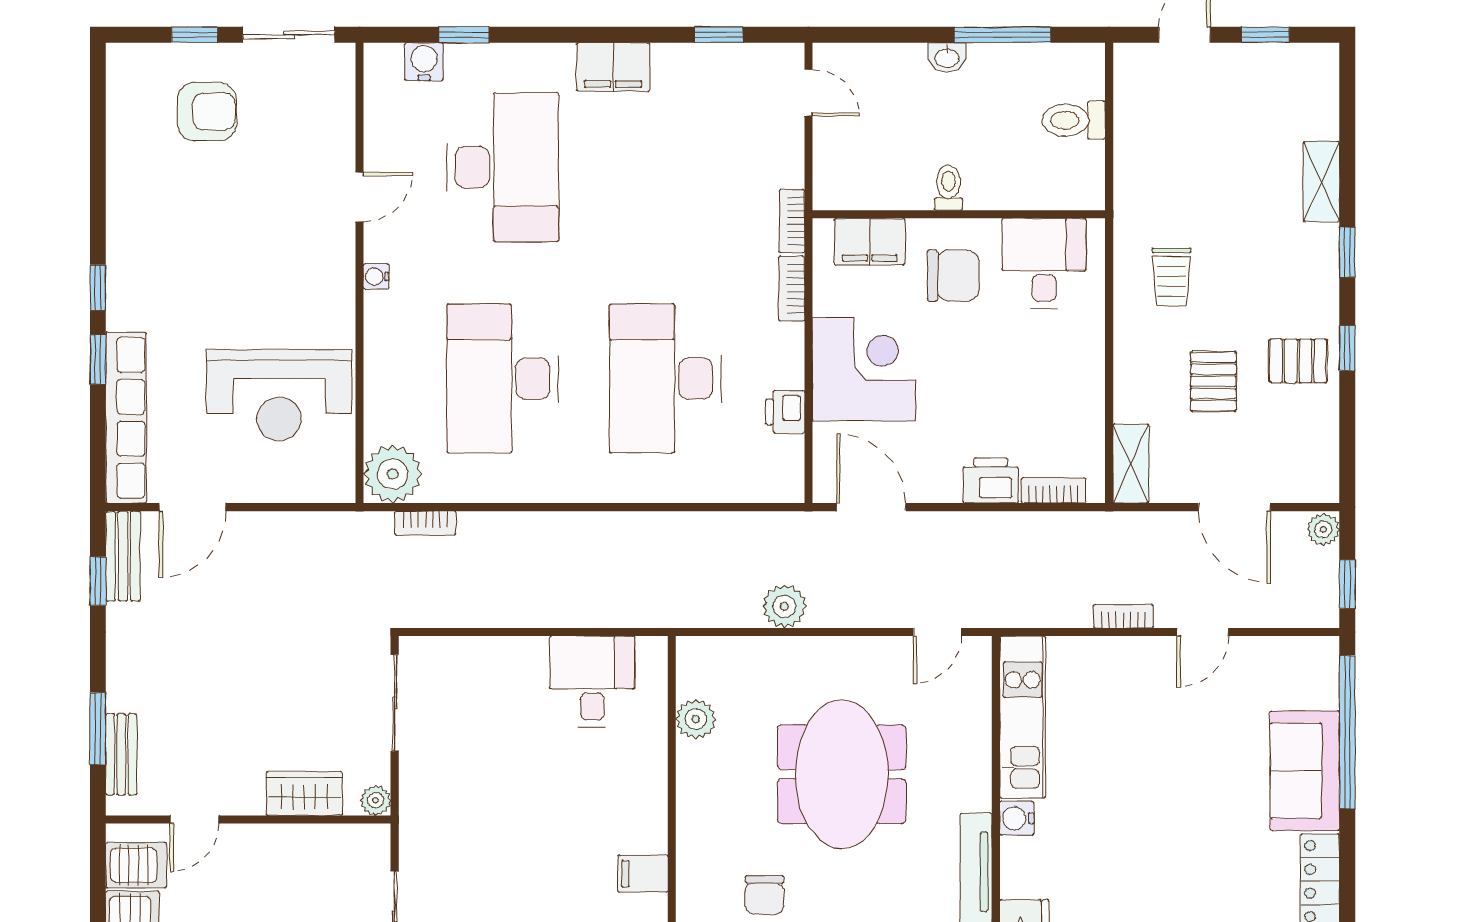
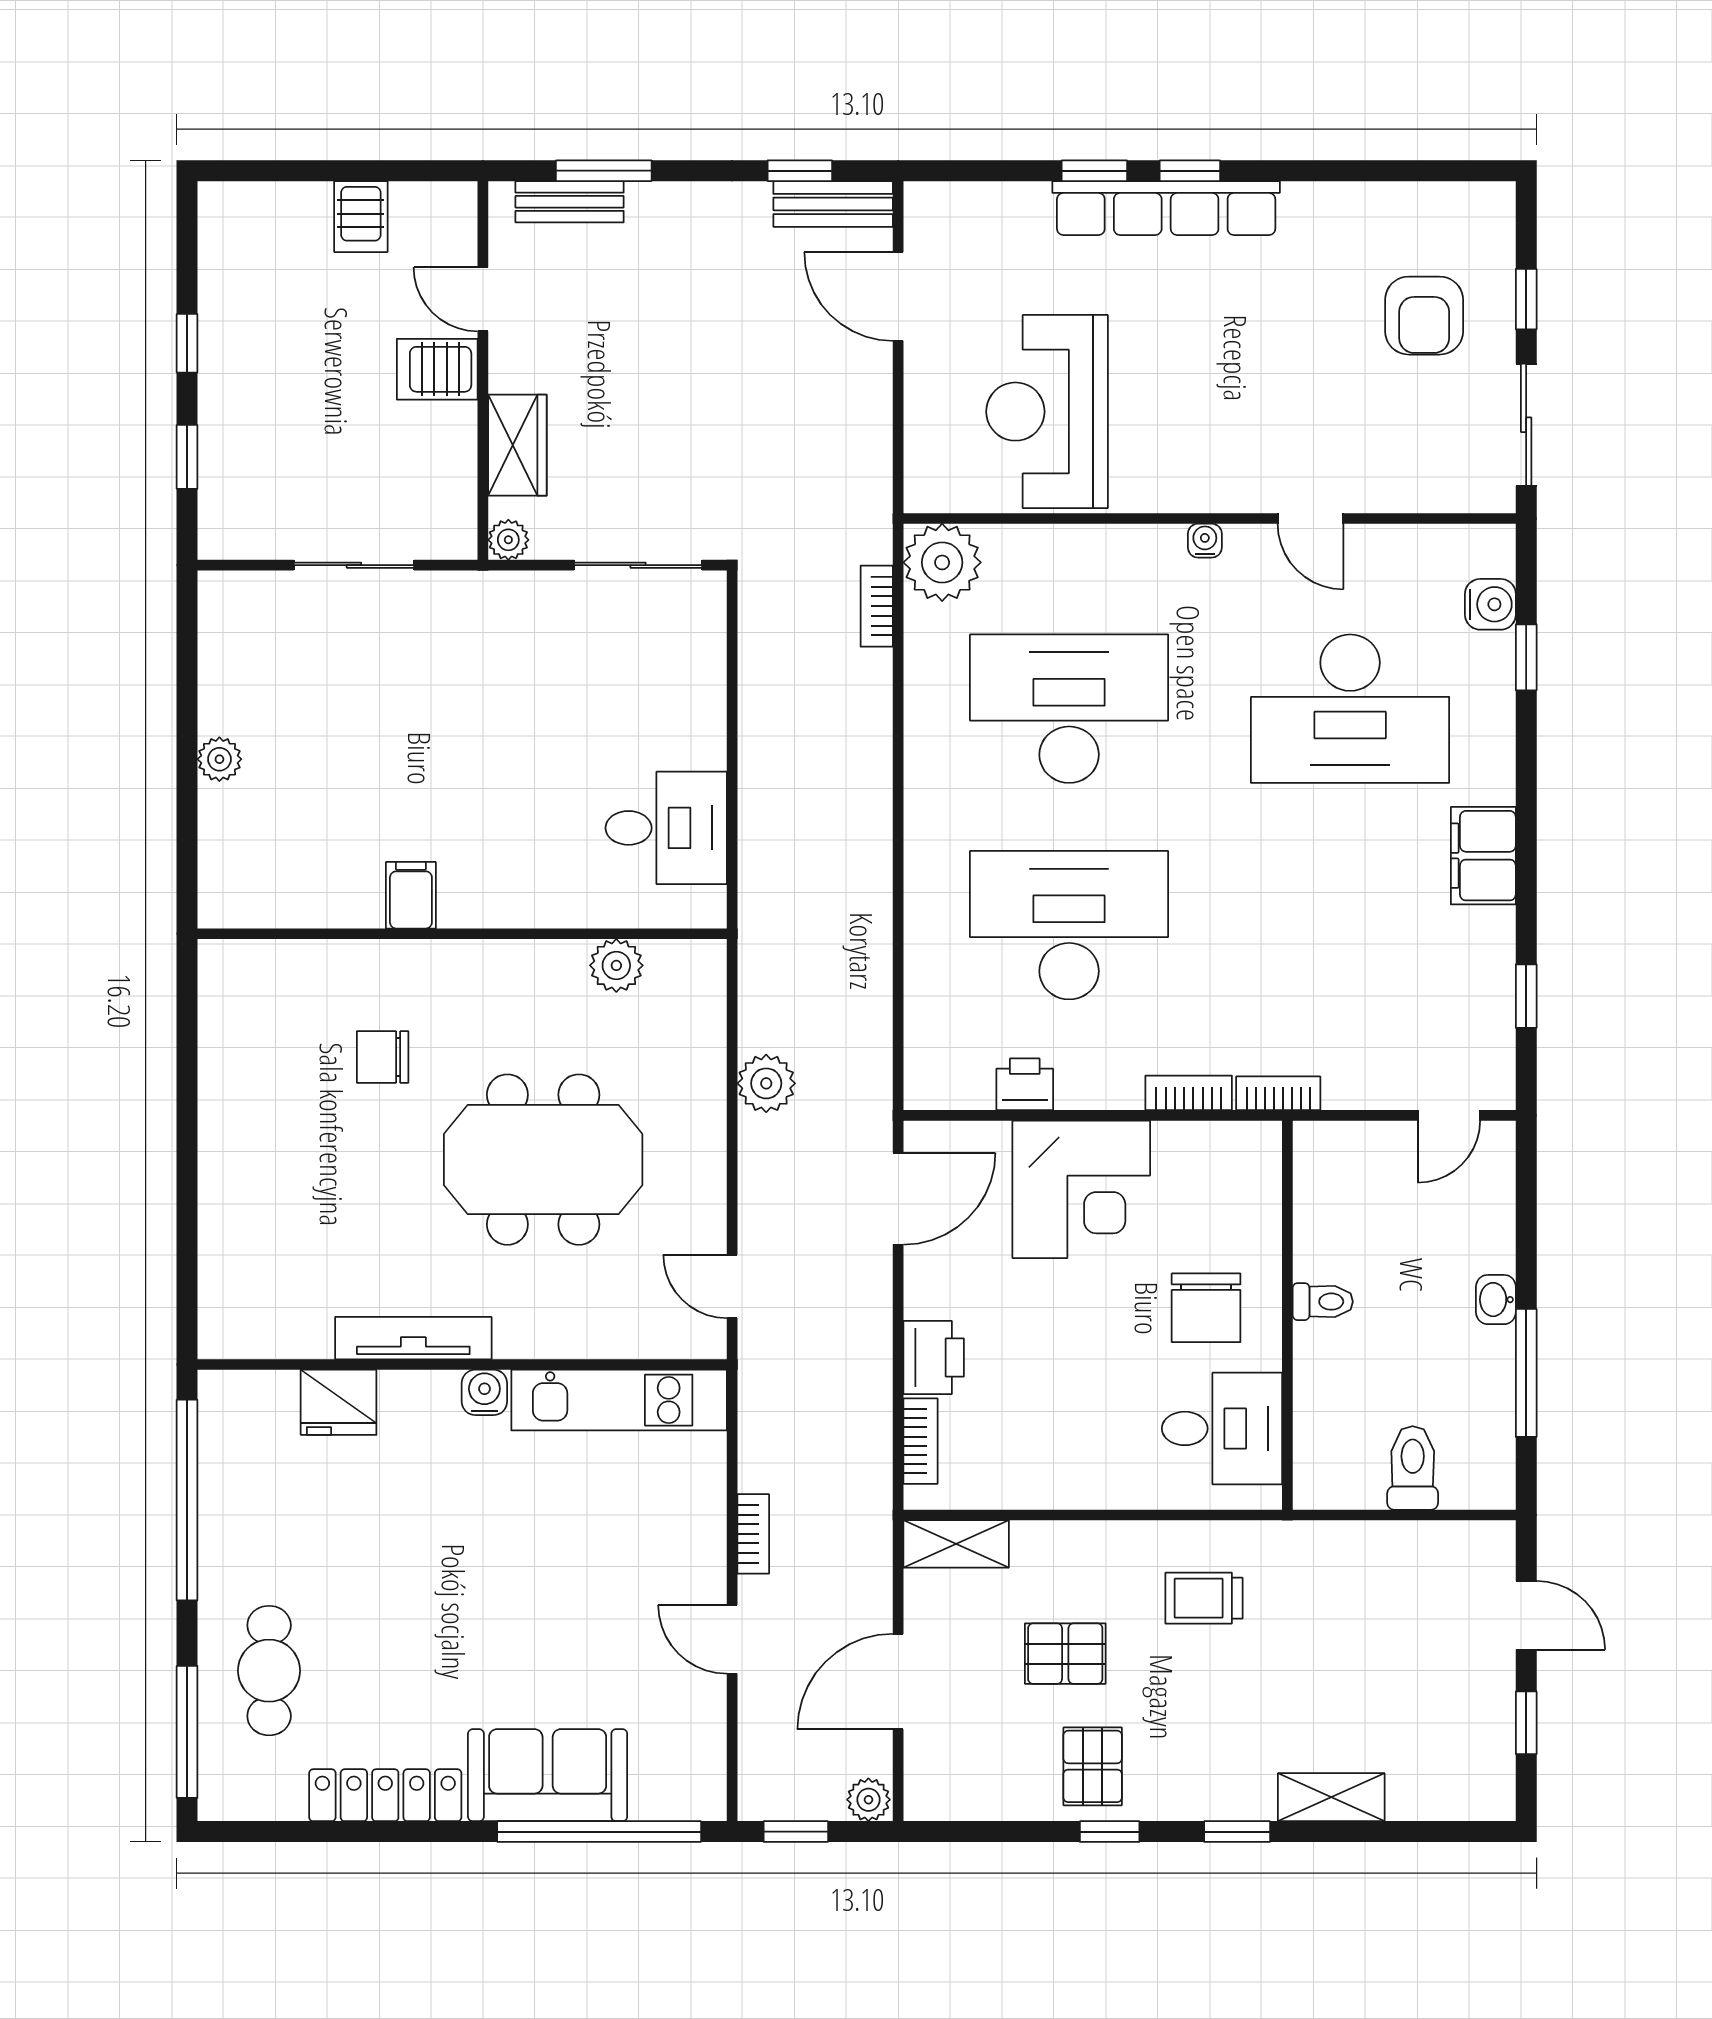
filing cabinet: (870, 242) -> (1251, 1197), removed
row of seats: (126, 418) -> (1166, 208), moved
server rack: (136, 865) -> (437, 369), moved, turned 90

